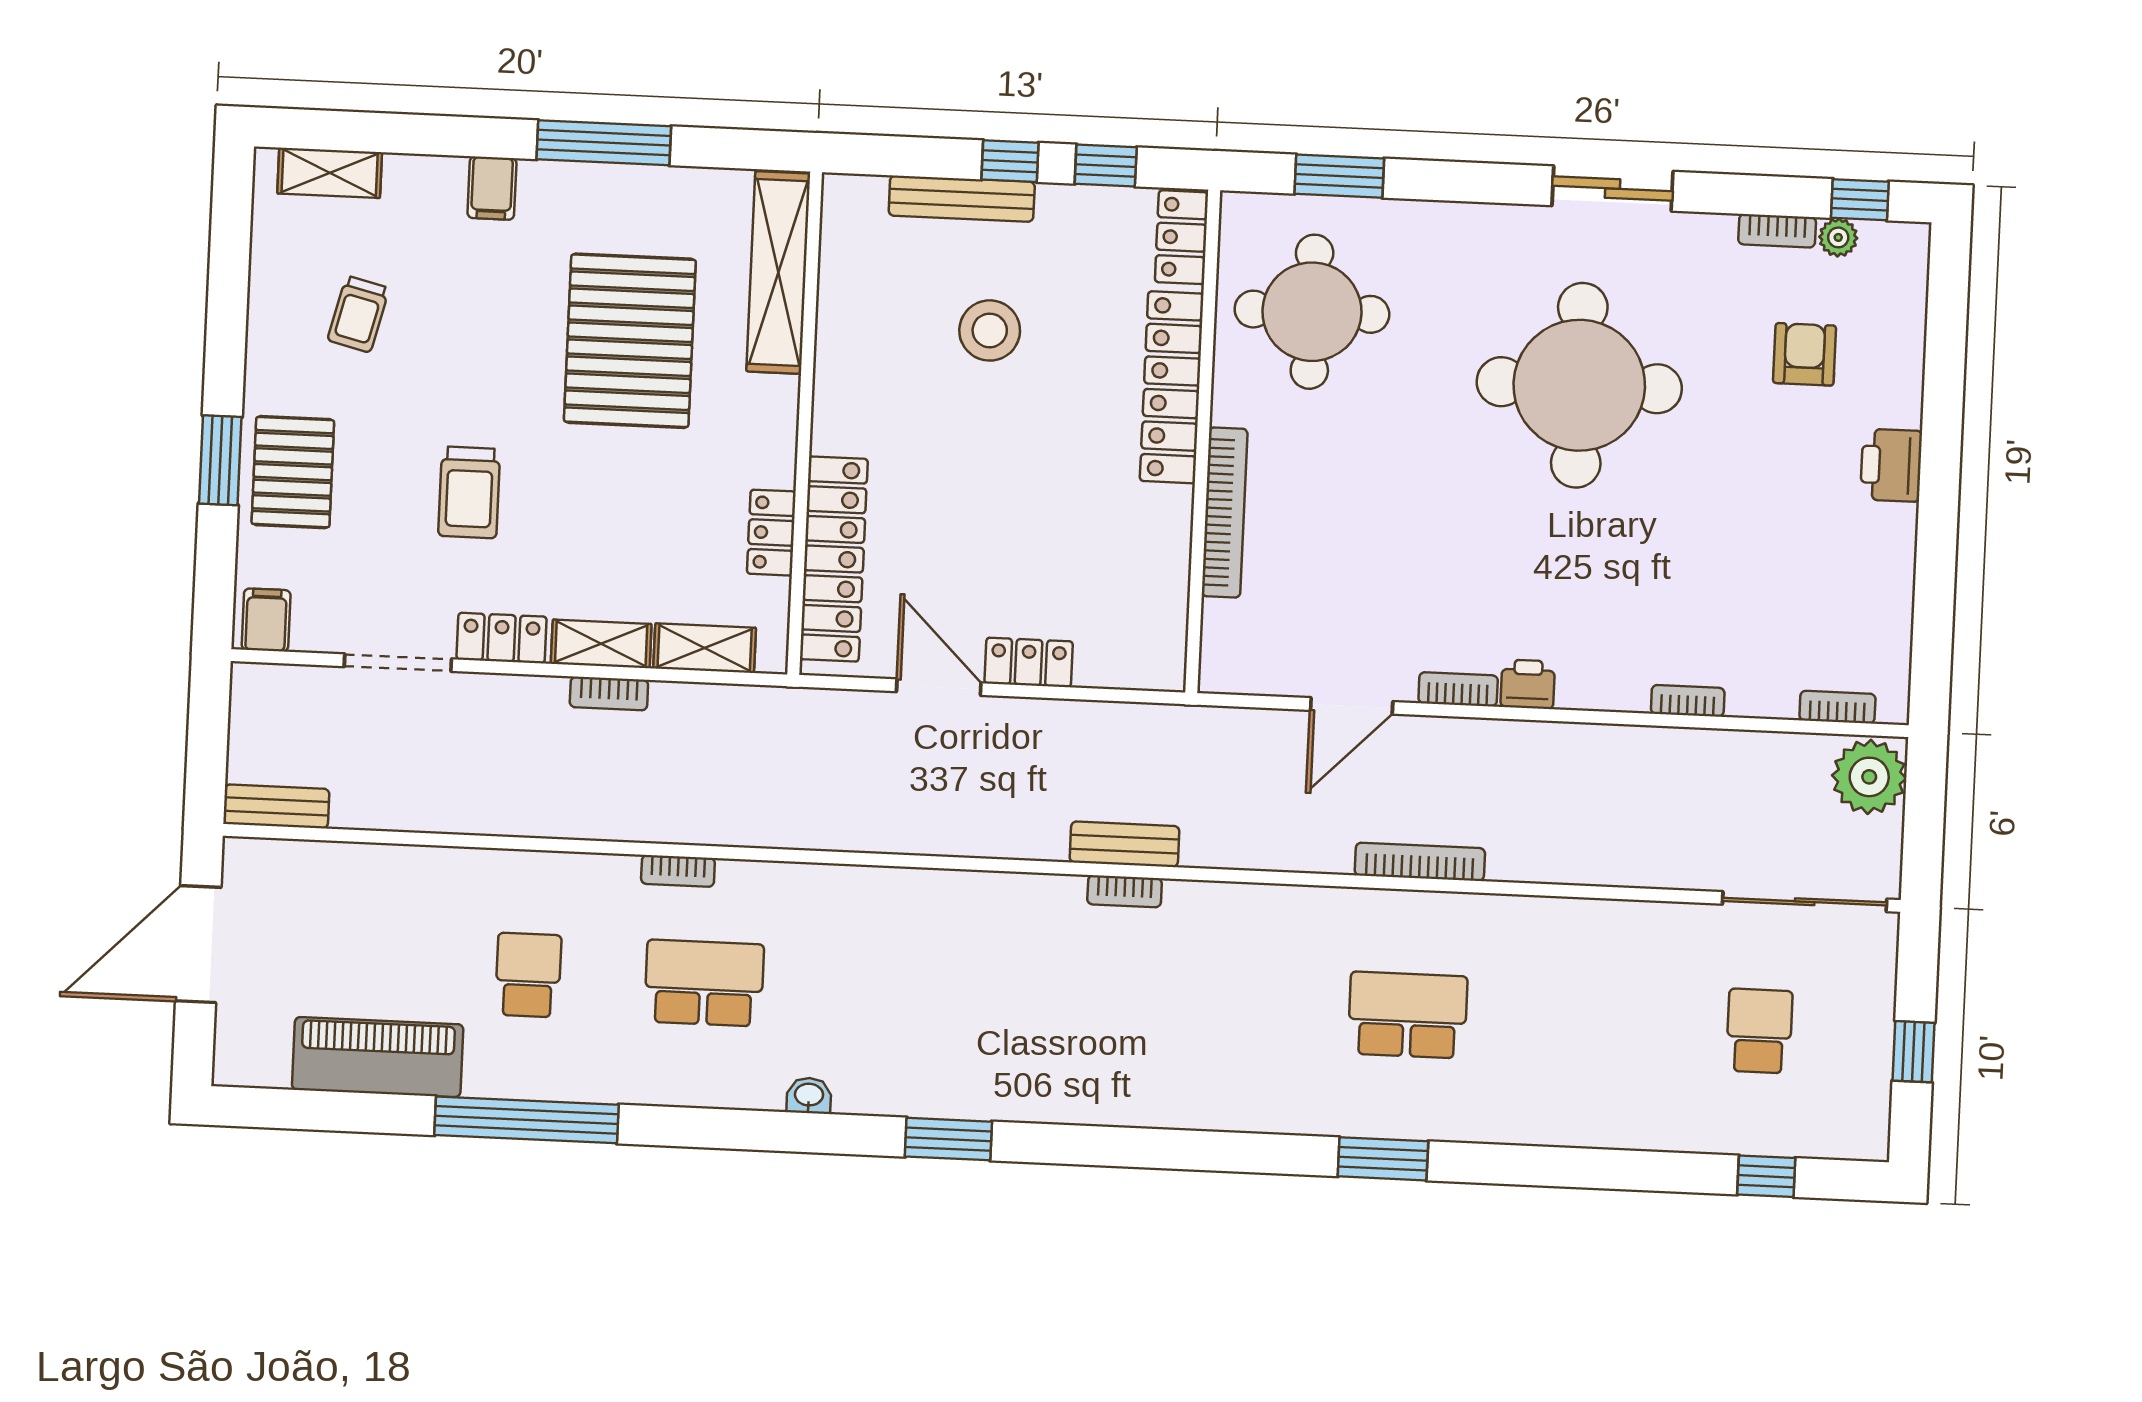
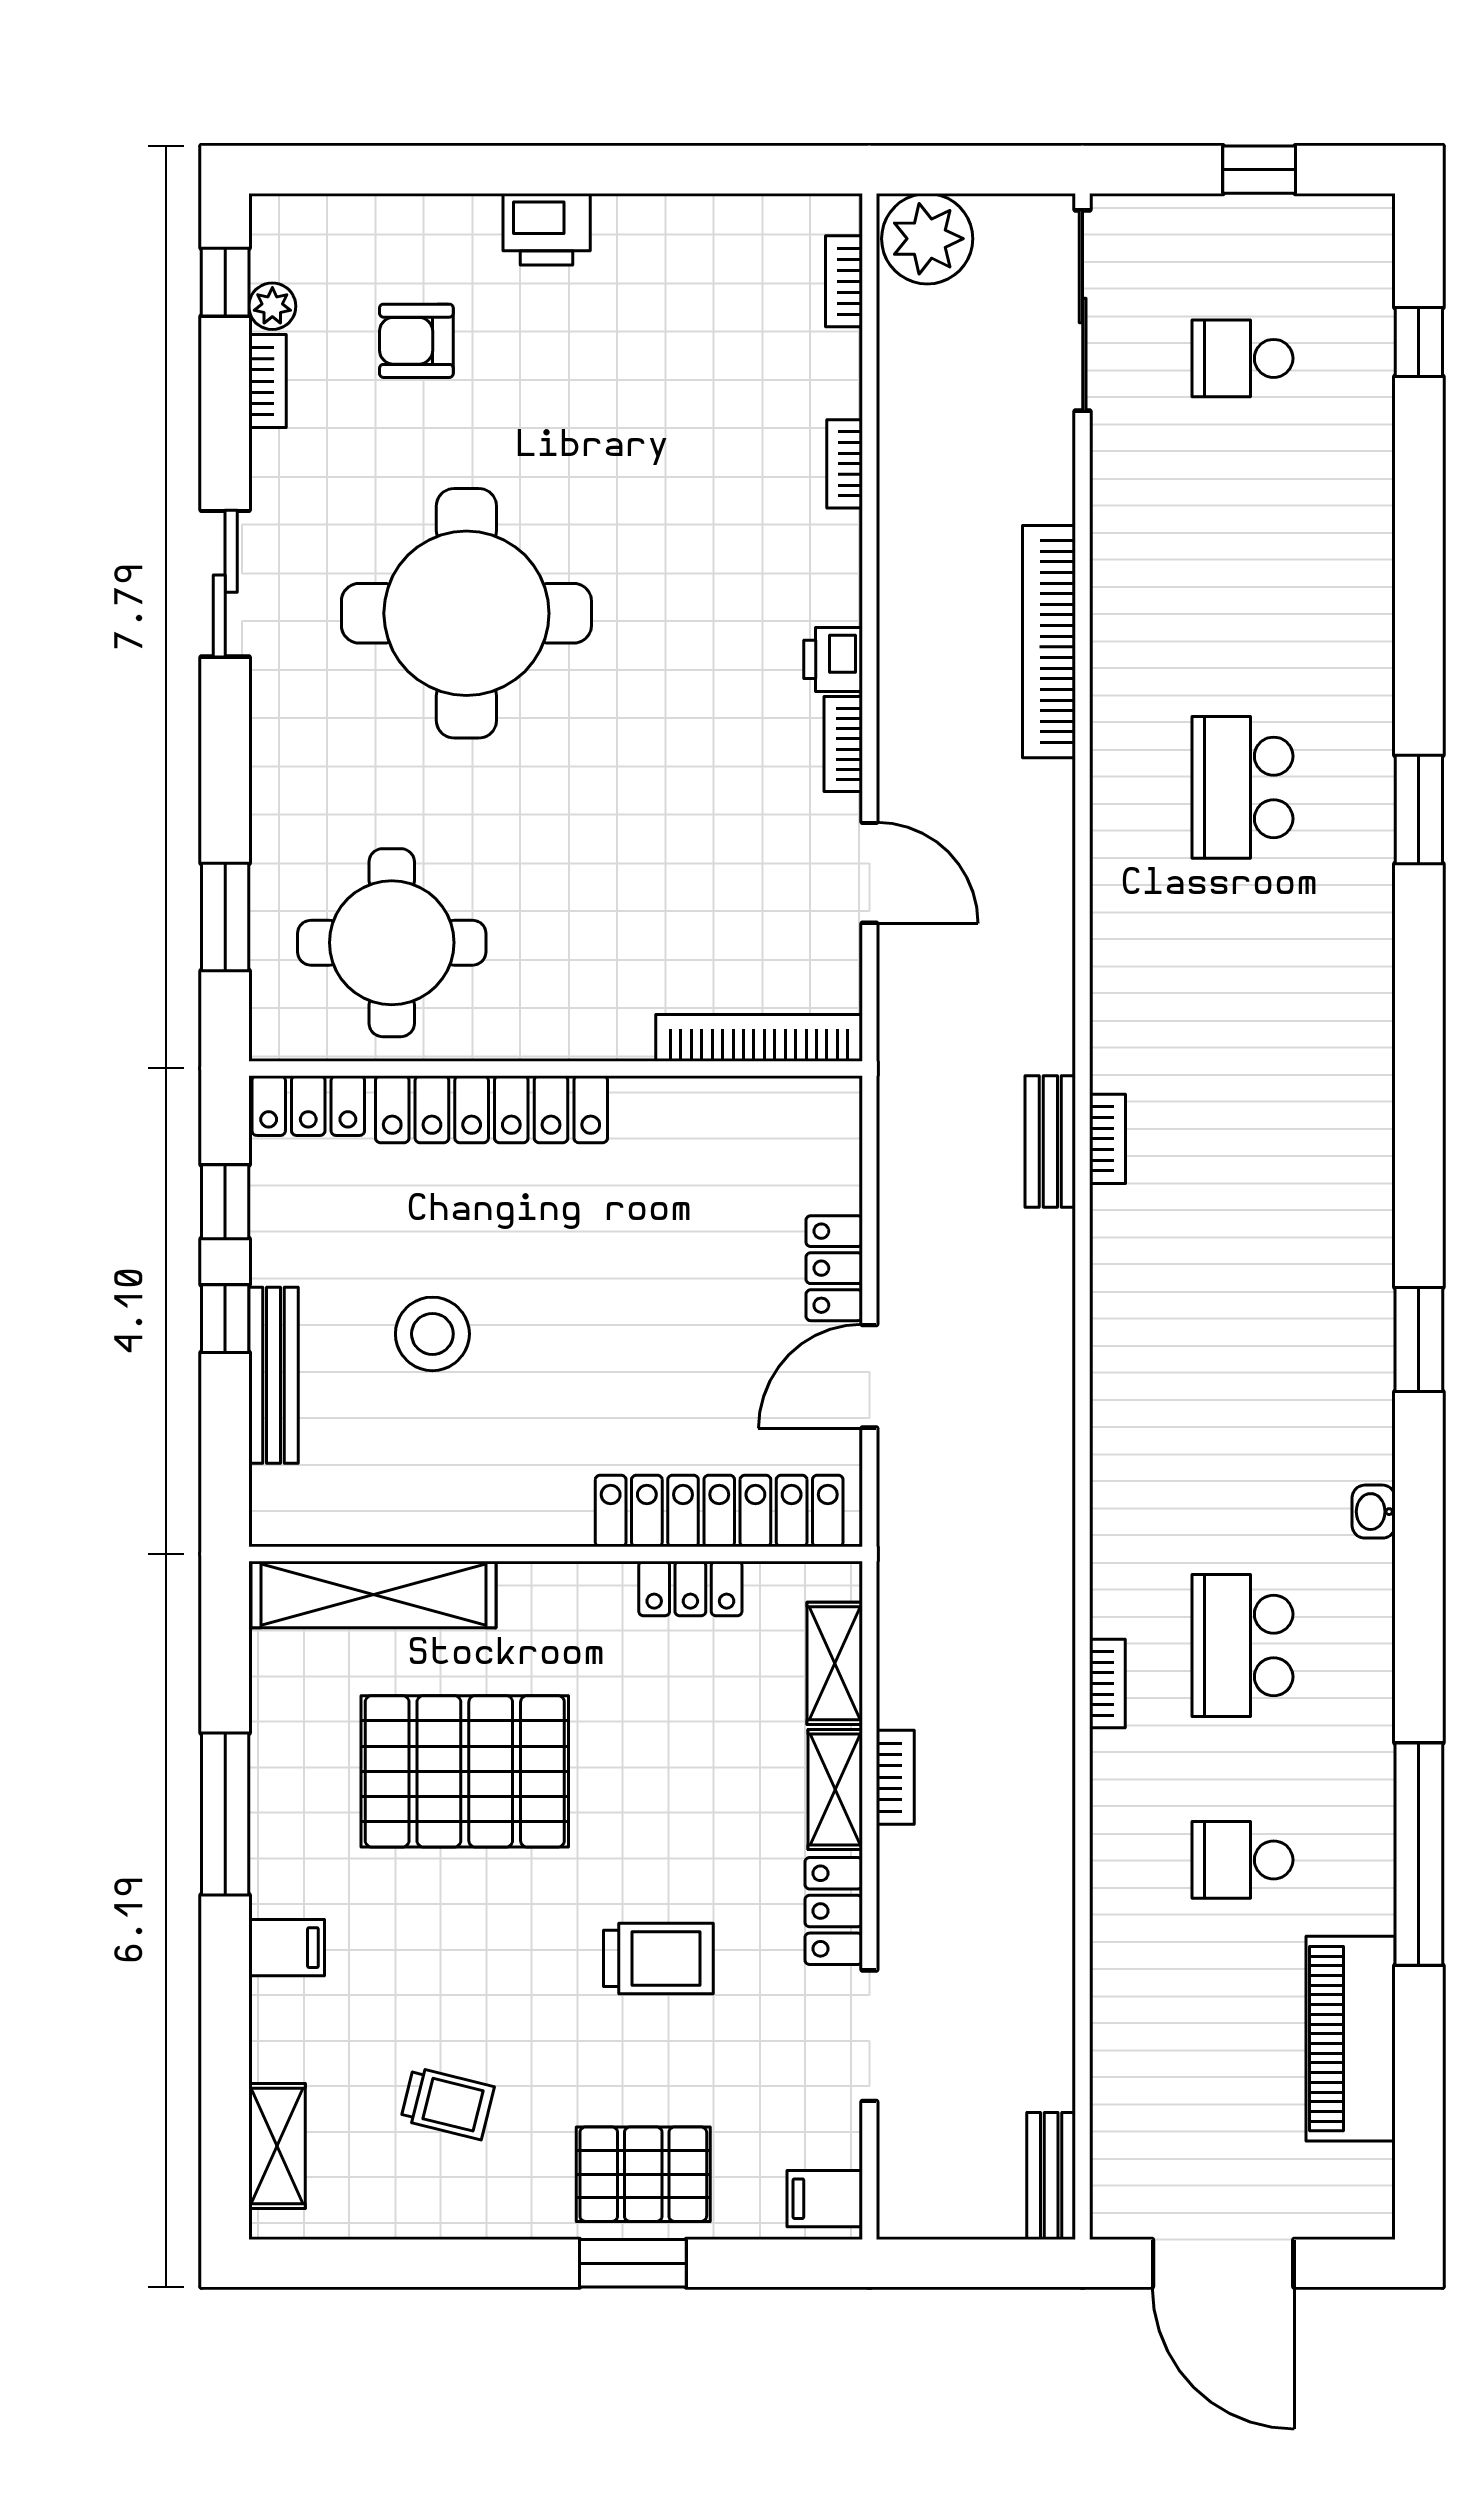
bookcase: (1225, 512) -> (759, 1038), moved
bookcase: (1420, 862) -> (1049, 642), moved, width x1.48, depth x1.31

